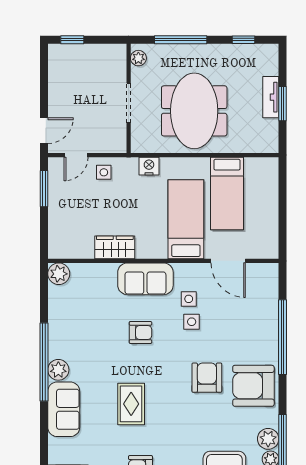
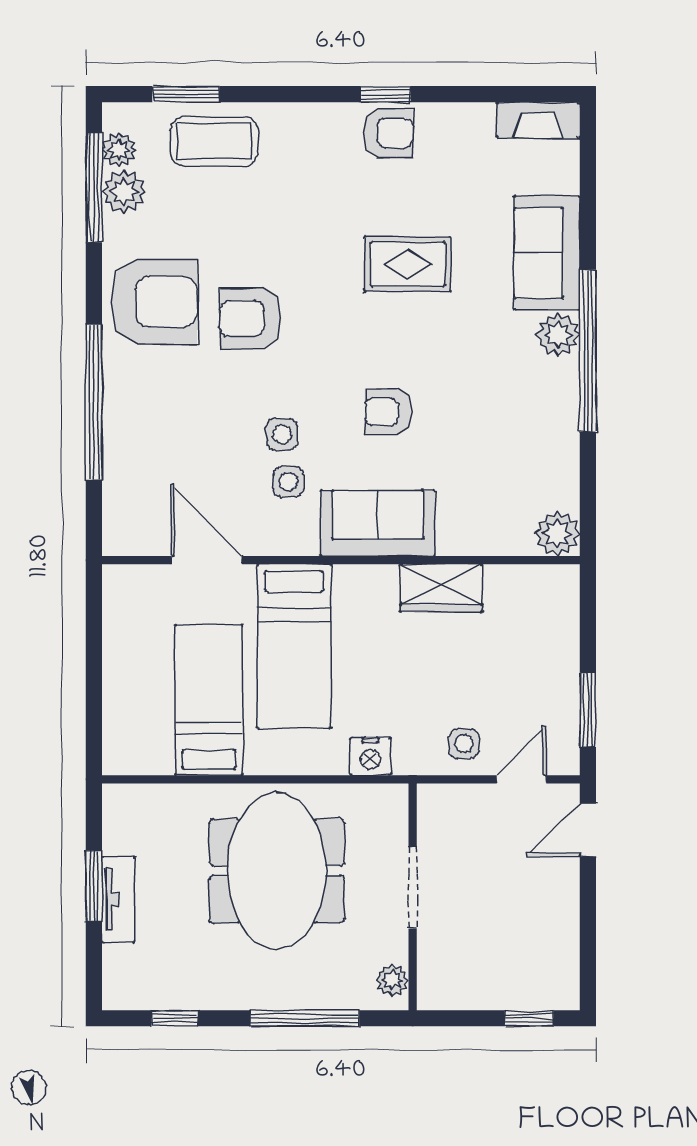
armchair: (207, 378) -> (251, 319), turned 90
rug: (131, 404) -> (407, 264), turned 90

